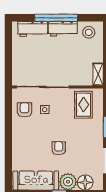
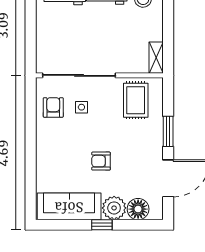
armchair: (59, 148) -> (101, 161), turned -90

